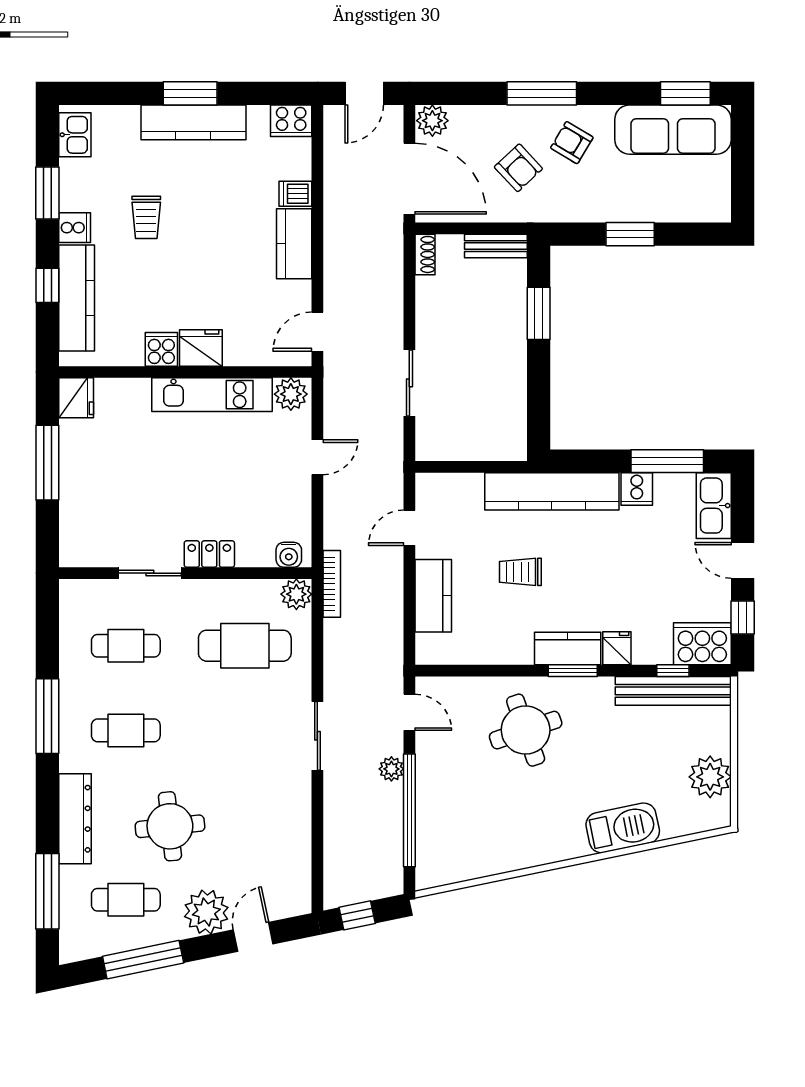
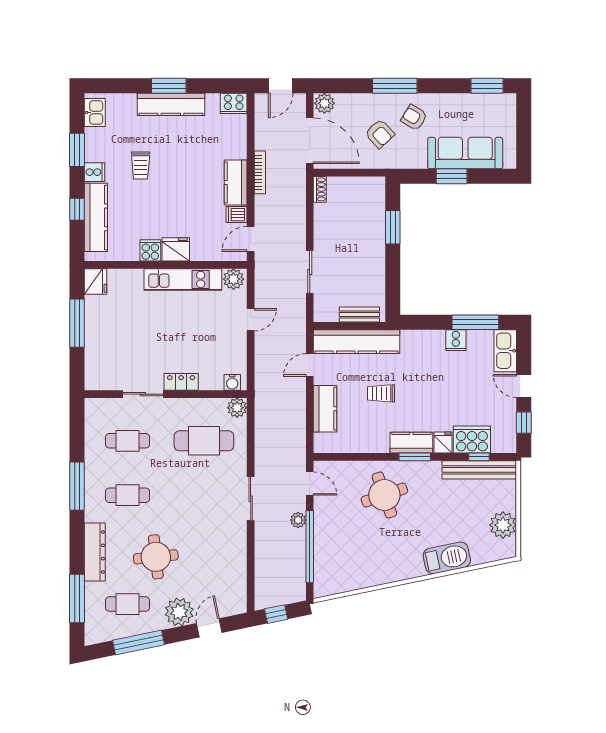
sofa: (673, 130) -> (465, 153), moved, turned 180
dishwasher: (295, 194) -> (236, 215), moved
bench: (496, 246) -> (359, 314), moved
kitchen counter: (552, 491) -> (356, 342), moved
bookcase: (332, 584) -> (260, 172), moved
cooker: (702, 644) -> (472, 440), moved

